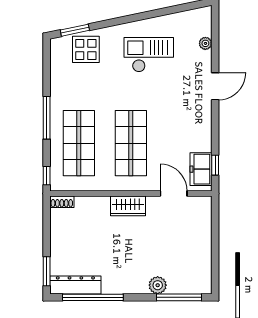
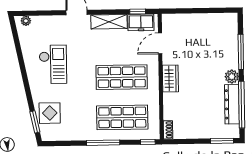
plant: (205, 43) -> (26, 21), moved
checkout: (149, 55) -> (53, 64), turned 180
shelving: (203, 128) -> (109, 22), added
dresser: (75, 285) -> (232, 104), moved
plant: (158, 285) -> (232, 77), moved
window: (179, 297) -> (241, 52), moved

